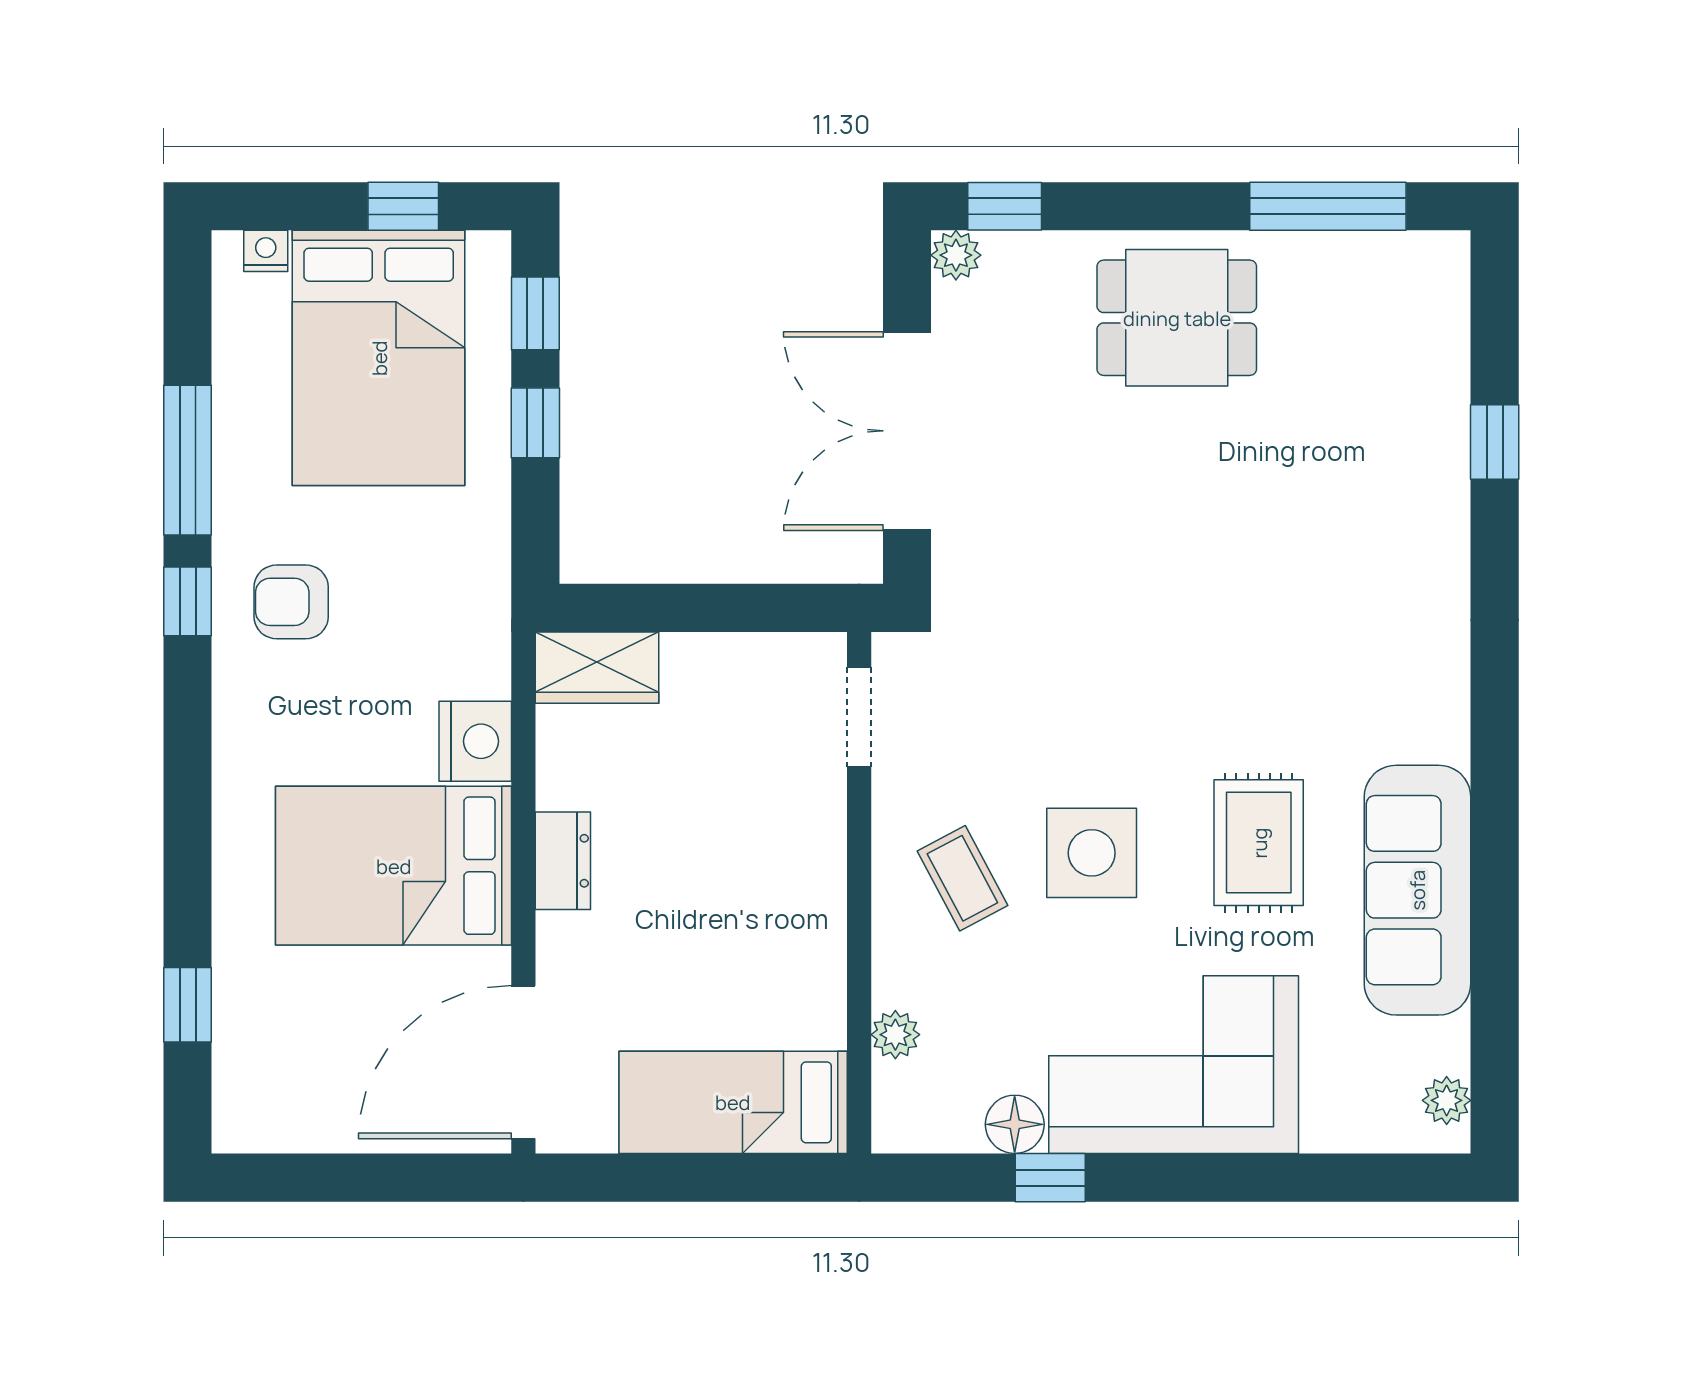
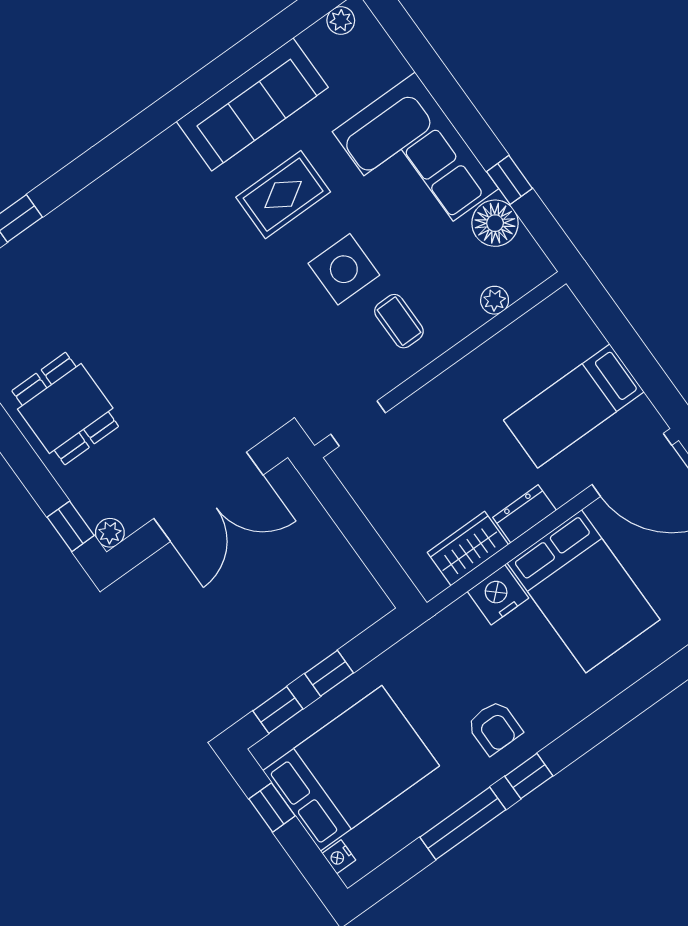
wardrobe: (597, 668) -> (468, 549), moved, turned -90
coffee table: (962, 878) -> (399, 321), turned -62
bed: (733, 1102) -> (574, 406), moved, turned 90
floor lamp: (1015, 1124) -> (495, 223), width x1.38, depth x1.38

